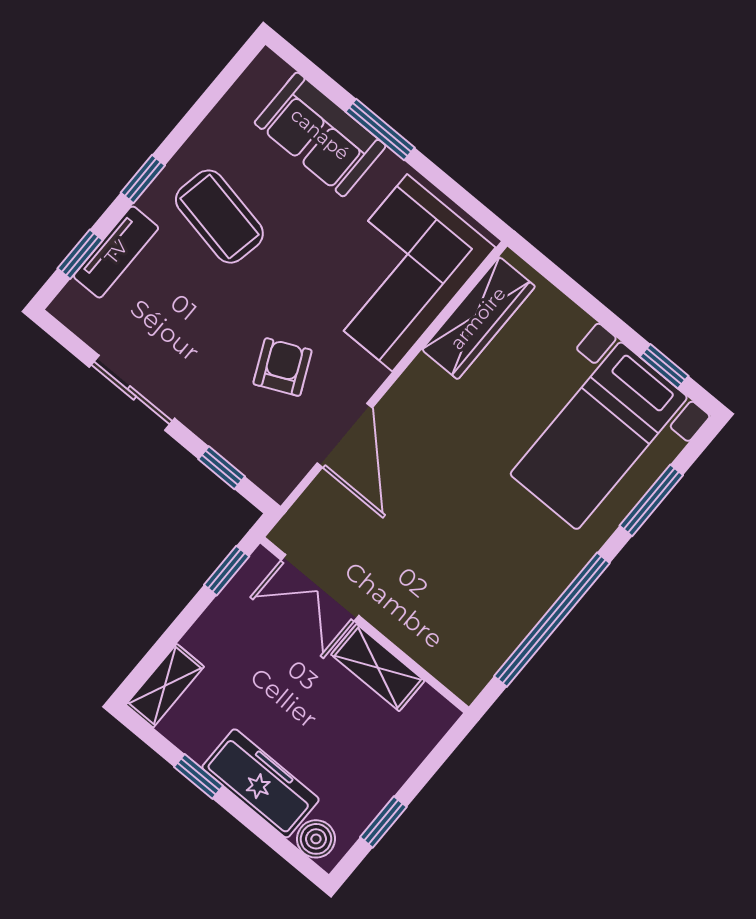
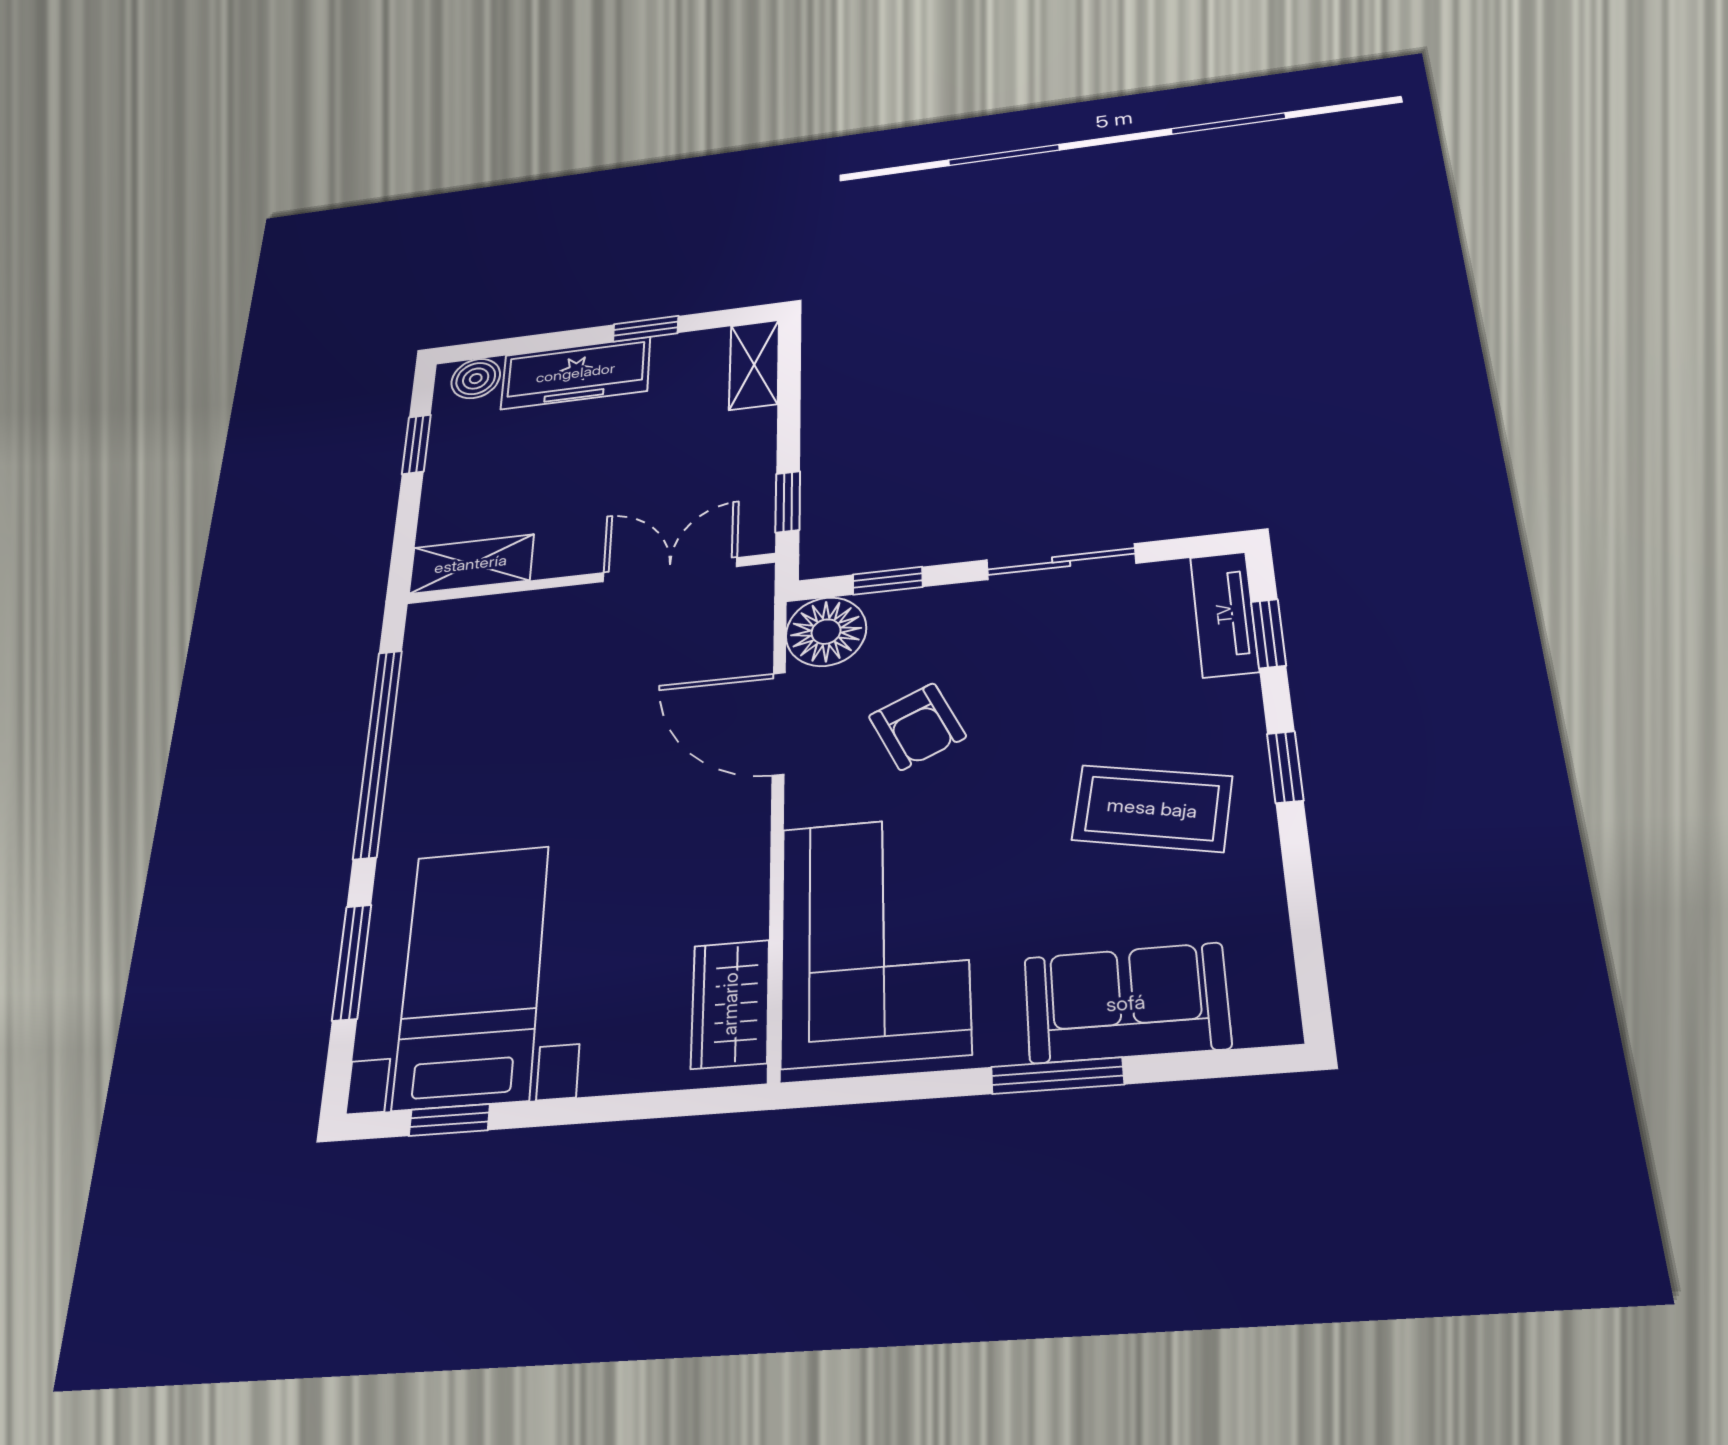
tv unit: (116, 252) -> (1224, 614), moved
wardrobe: (478, 318) -> (730, 1004), width x0.67
floor lamp: (277, 467) -> (826, 632), added
shelving: (378, 668) -> (471, 564), moved

